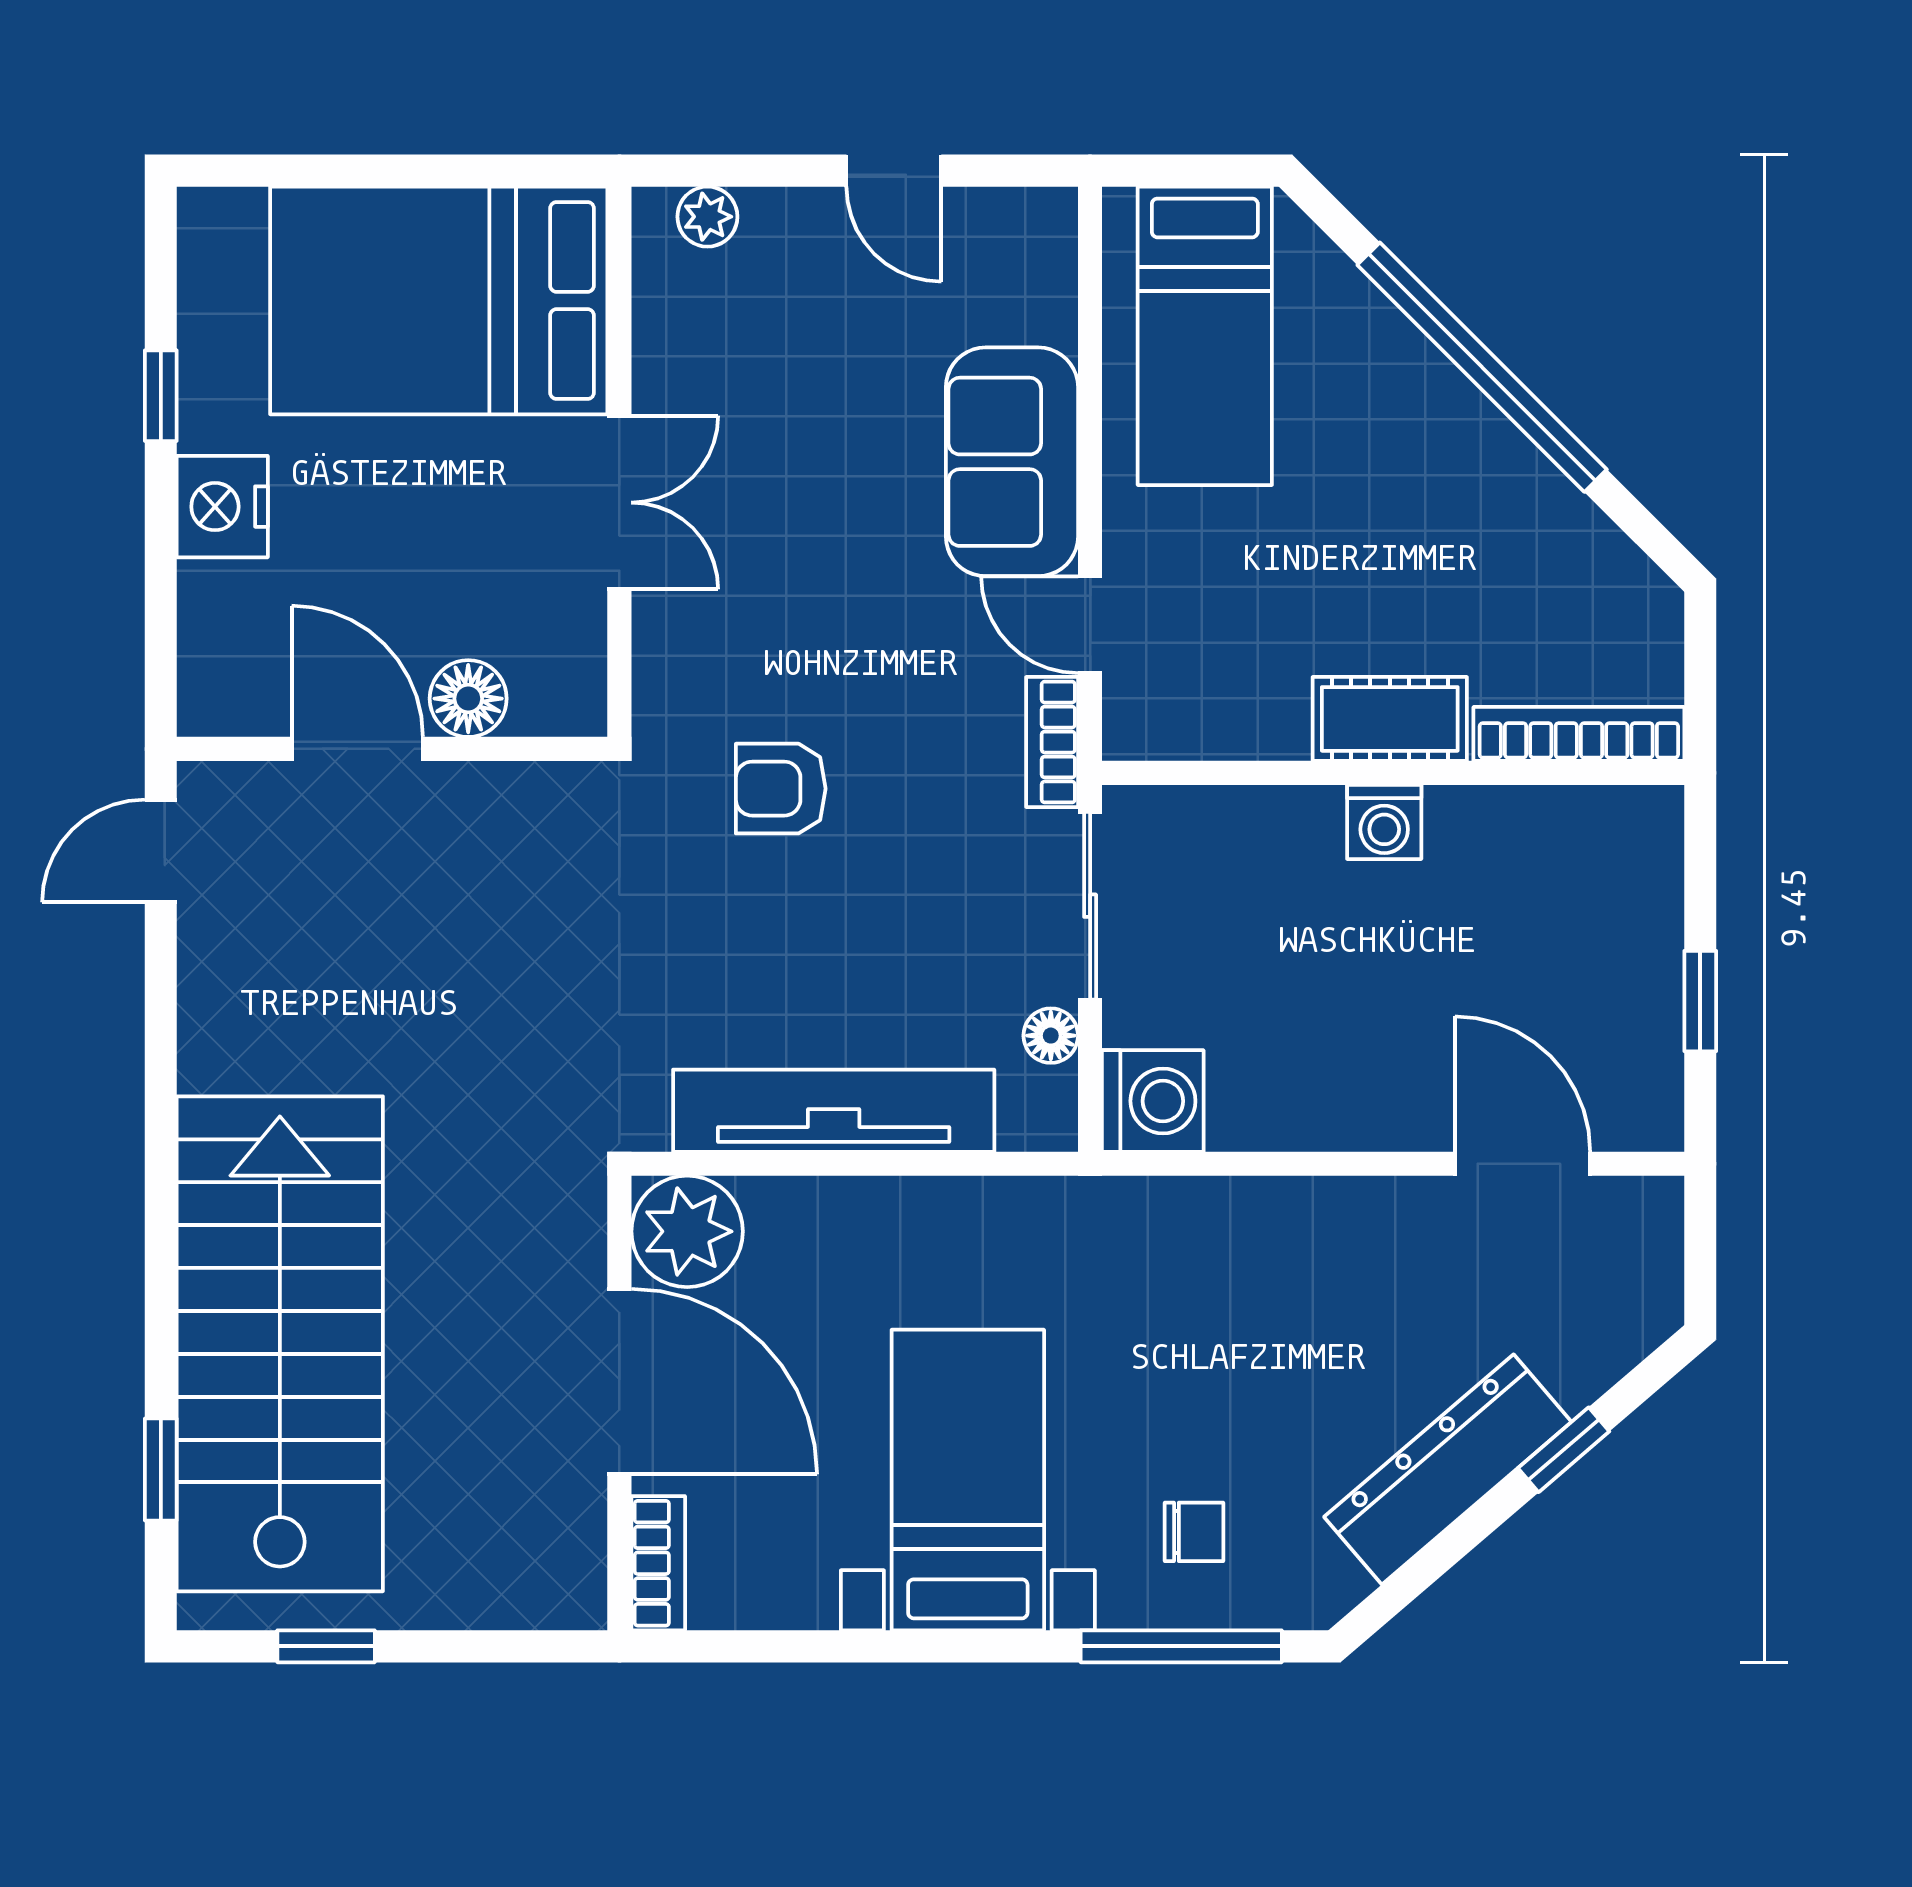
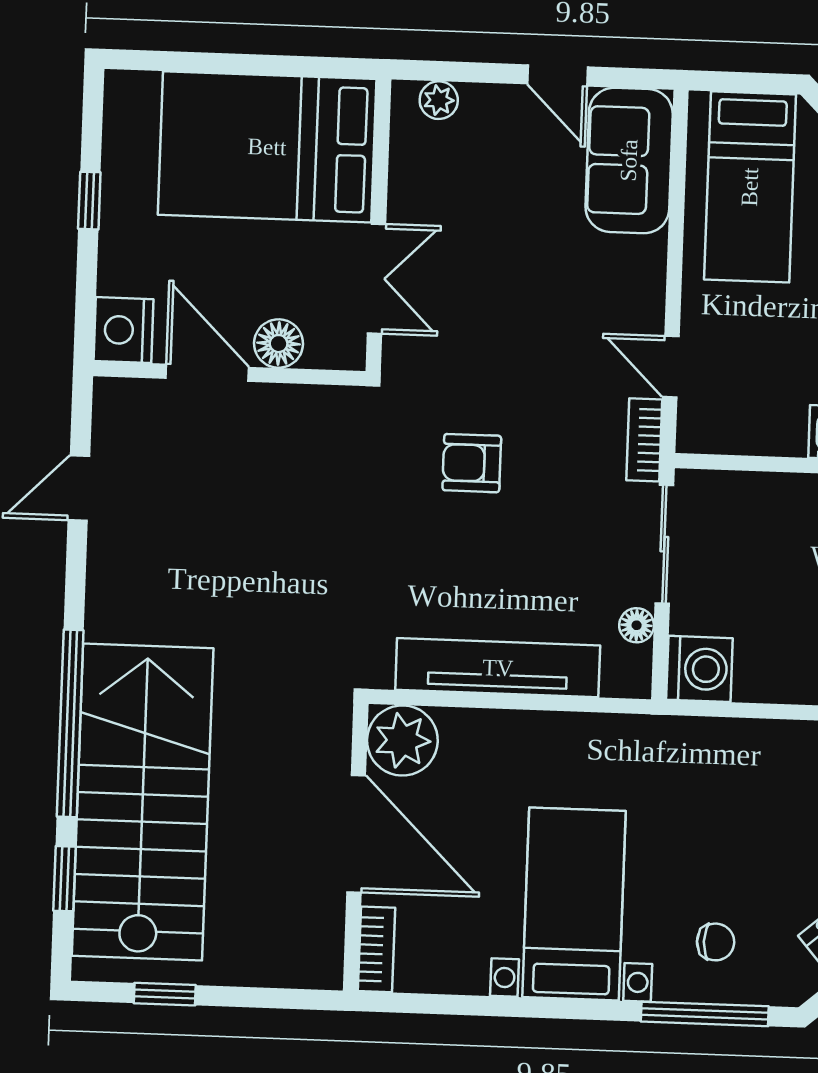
sofa: (1012, 462) -> (629, 160), moved
nightstand: (222, 507) -> (124, 330), moved
floor lamp: (468, 699) -> (279, 344), moved
door: (357, 749) -> (207, 373), moved
wall: (392, 749) -> (229, 374), moved
window: (161, 1224) -> (70, 723), added

